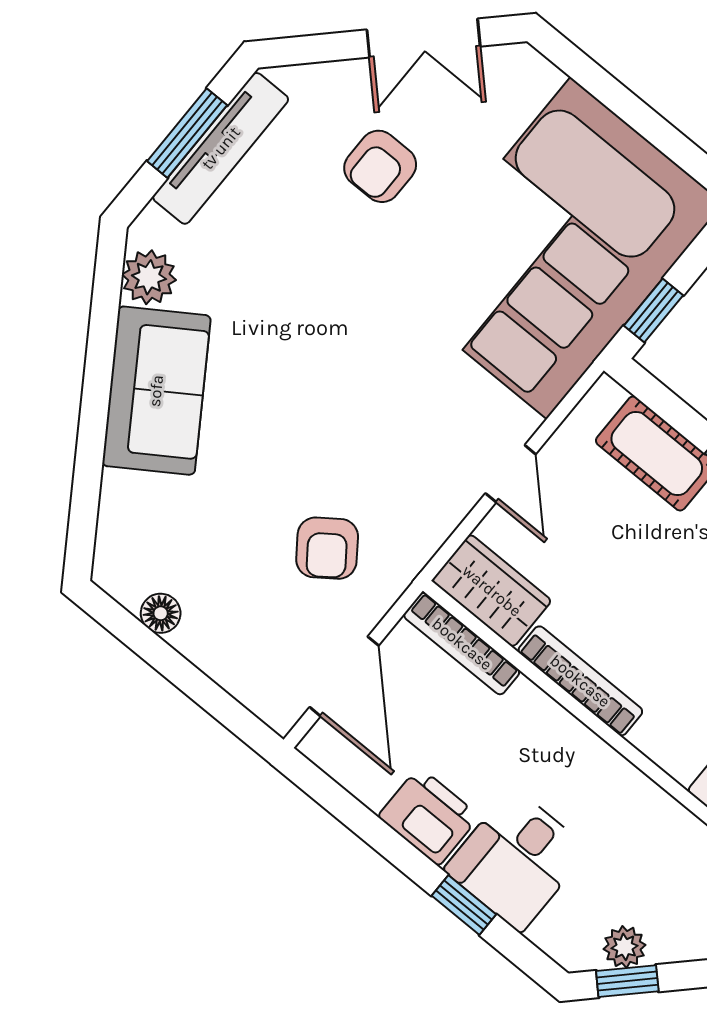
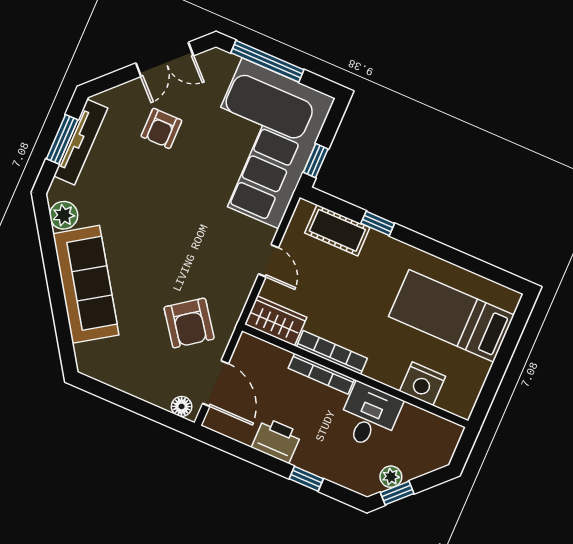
window: (616, 97) -> (267, 61), added
sofa: (156, 391) -> (86, 284), width x1.36
armchair: (327, 548) -> (189, 323), width x1.38, depth x1.38
floor lamp: (161, 613) -> (182, 406), moved
bookcase: (462, 644) -> (321, 374), moved
desk: (516, 860) -> (369, 416), moved, turned 180

